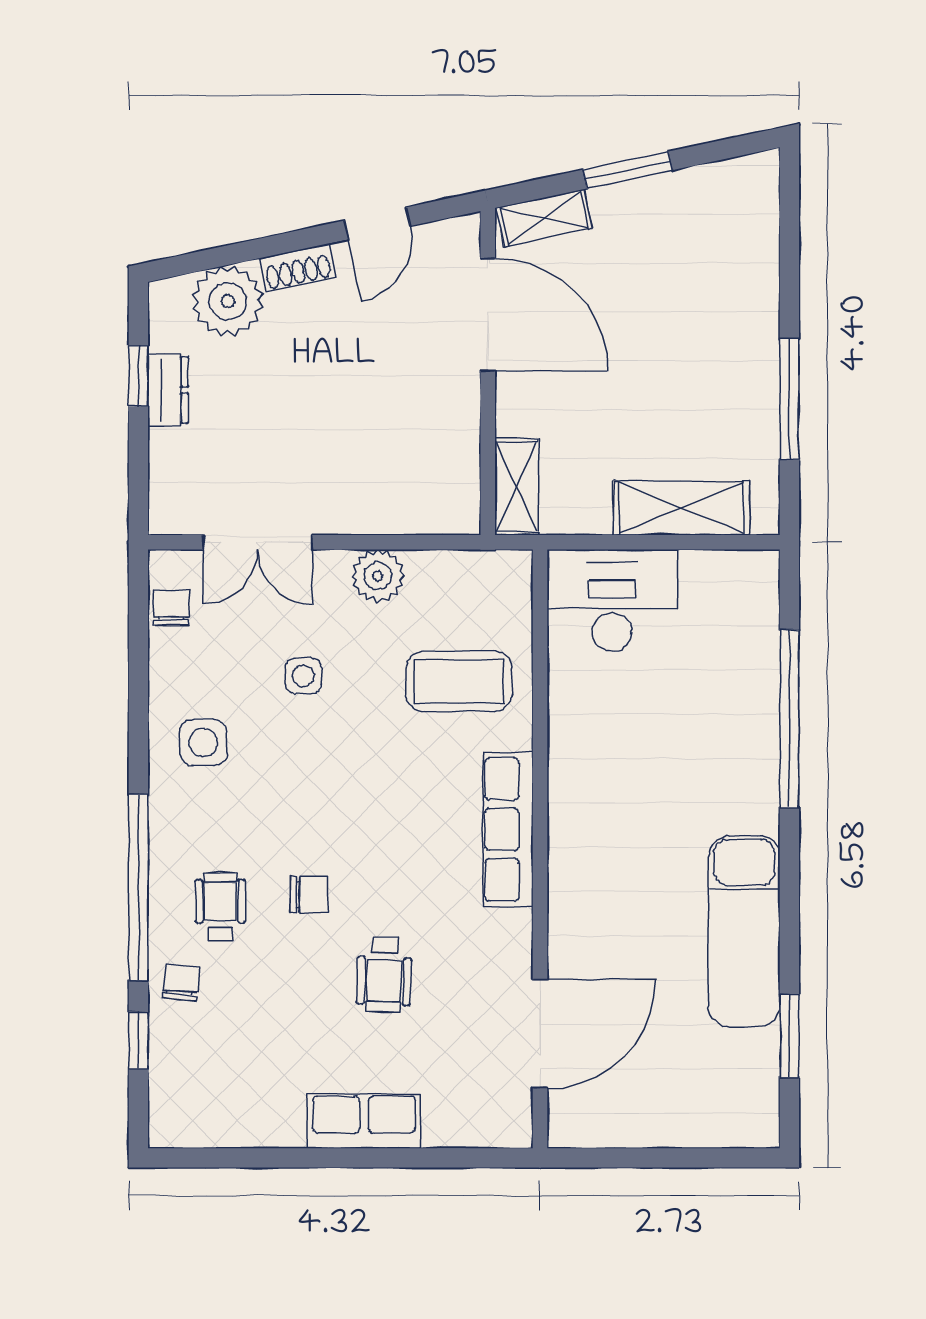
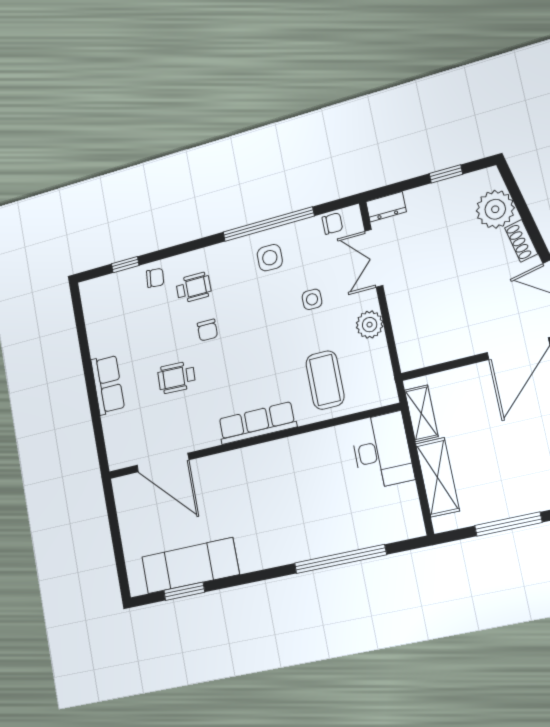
dresser: (168, 390) -> (386, 207), moved
shelving: (517, 487) -> (421, 413), moved, turned 90
window: (138, 887) -> (268, 224), moved
exam couch: (744, 931) -> (190, 566), moved

